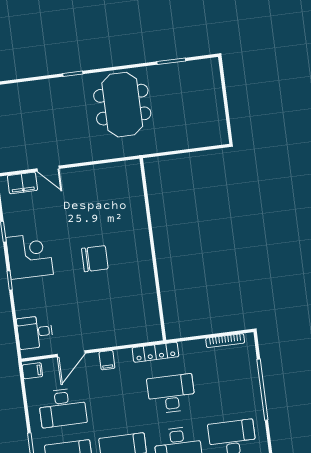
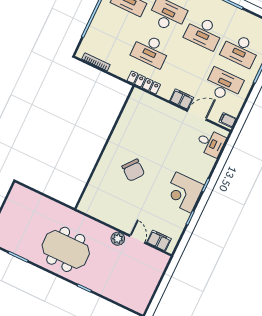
meeting table: (122, 105) -> (66, 249), turned 90
plant: (71, 155) -> (118, 239), added
chair: (95, 259) -> (133, 170), moved, turned -141
filing cabinet: (107, 360) -> (182, 99), width x2.00

